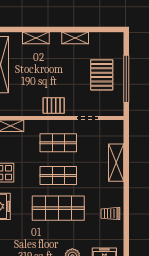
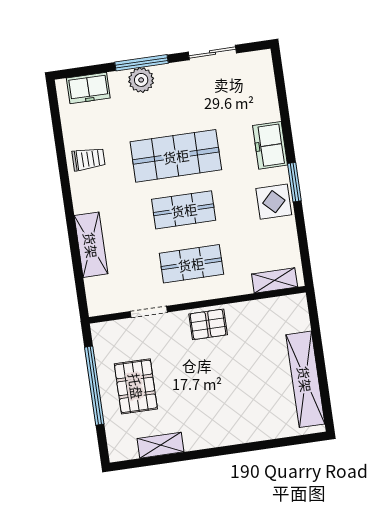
shelving: (36, 38) -> (253, 432), removed
shelving: (75, 38) -> (160, 445), moved

